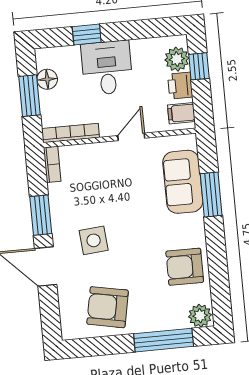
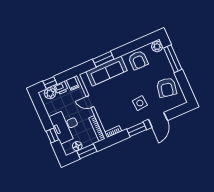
desk: (107, 68) -> (65, 126), width x1.37
sofa: (183, 182) -> (107, 71), width x1.36

